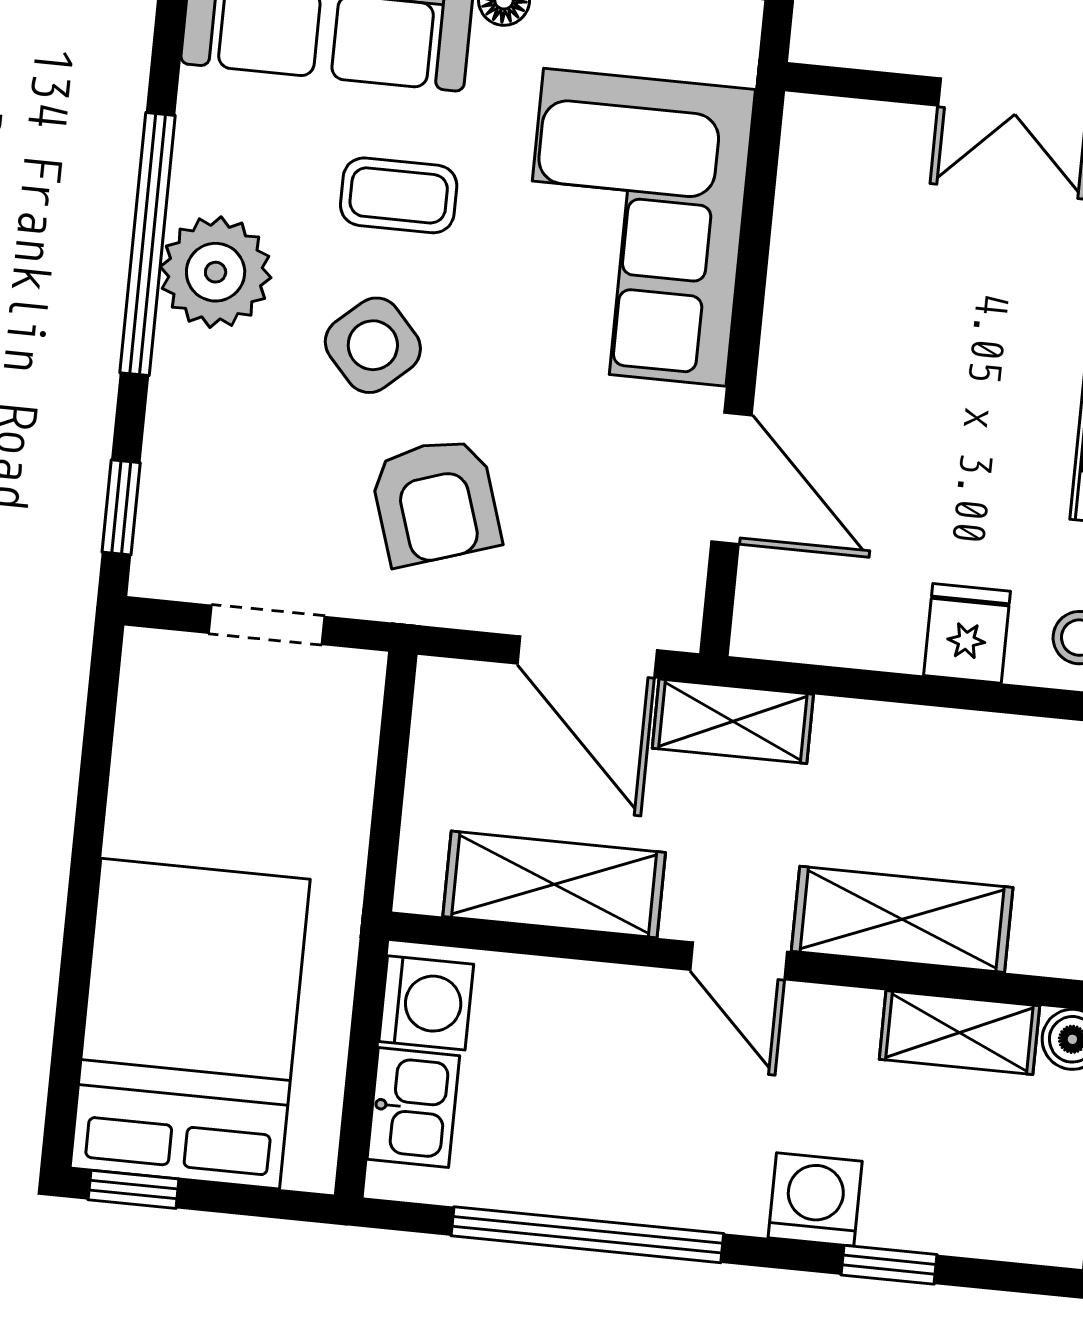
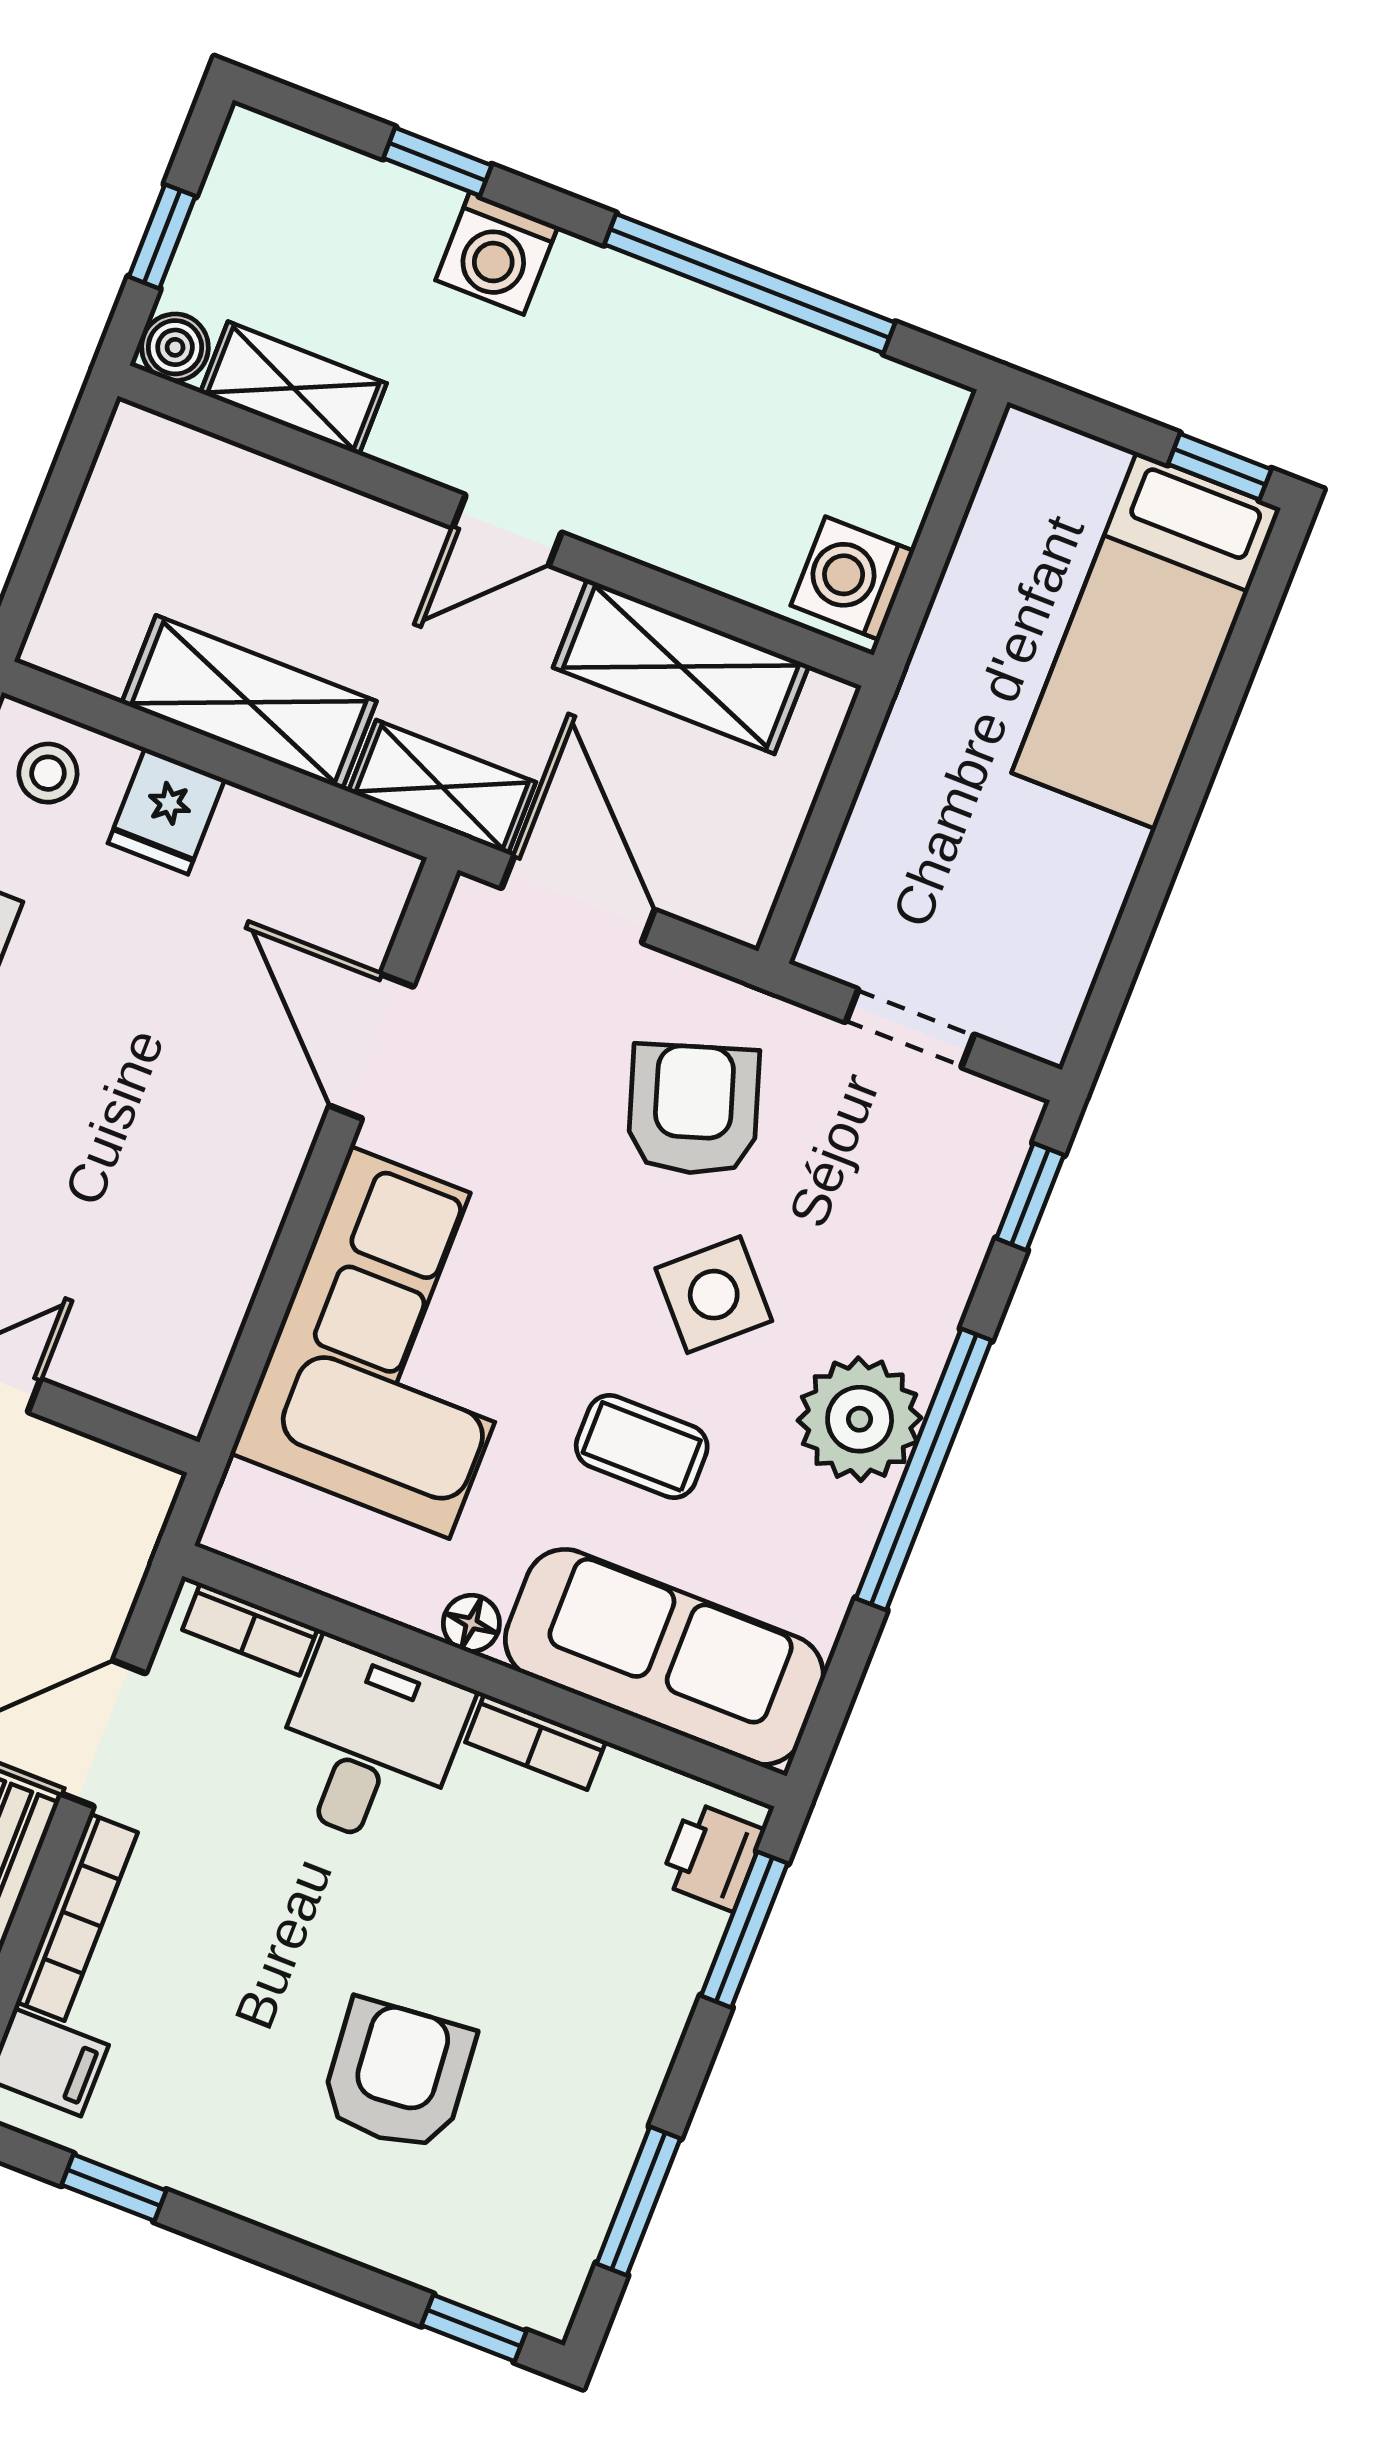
shelving: (902, 919) -> (249, 702), moved
door: (739, 961) -> (507, 530), swing flipped
bed: (190, 1024) -> (1146, 640), width x0.67
kitchen sink: (413, 1107) -> (897, 471), removed

